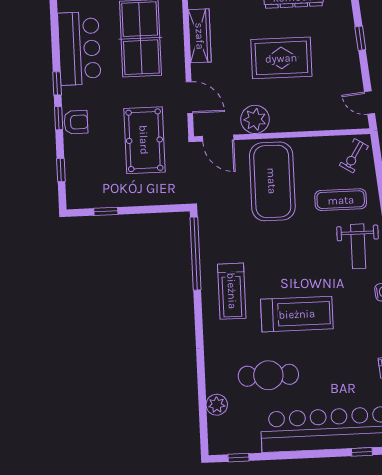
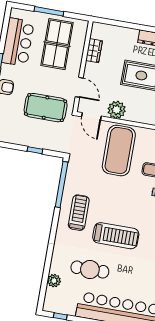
wardrobe: (200, 36) -> (94, 51), width x0.67
pool table: (144, 140) -> (46, 108), turned 90
window: (106, 211) -> (35, 150), moved
treadmill: (232, 291) -> (79, 213), turned 180

